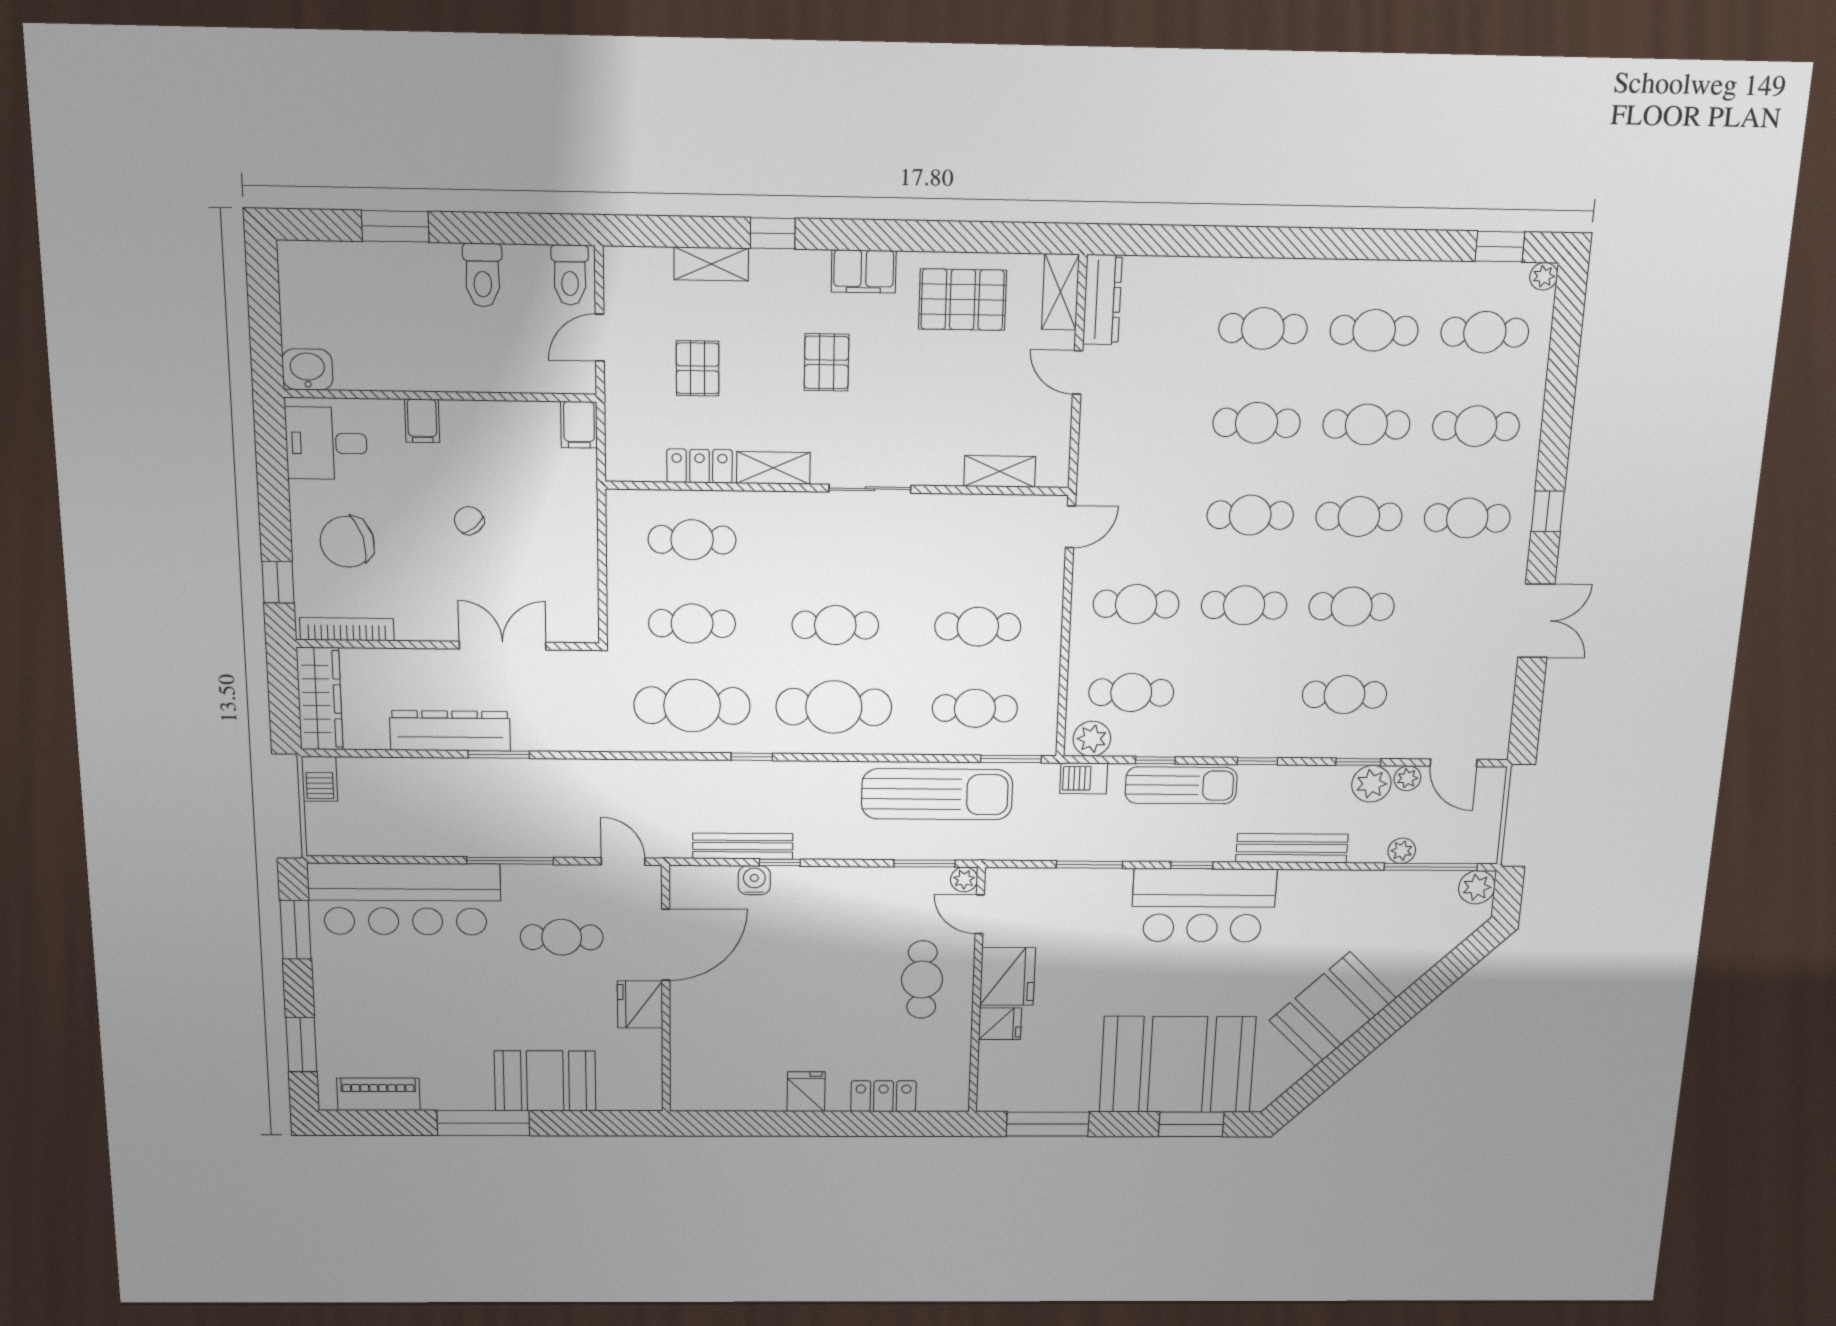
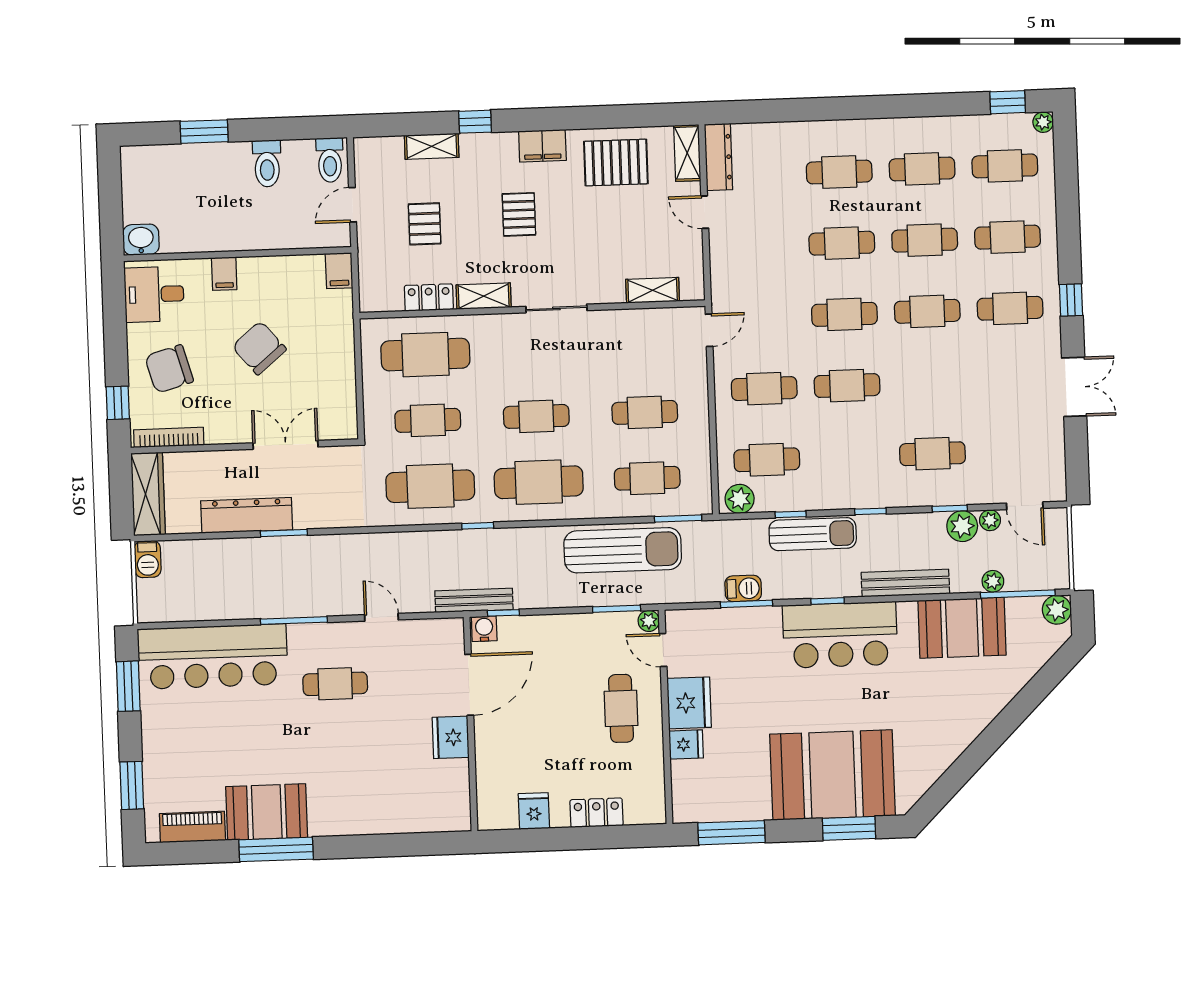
chair: (469, 520) -> (259, 348), width x1.87, depth x1.87
cafe table: (692, 540) -> (425, 355), width x1.37, depth x1.35
cafe table: (1352, 607) -> (930, 383), removed
barbecue: (1084, 778) -> (743, 588), moved, turned 180
door: (666, 945) -> (469, 685), moved
wall: (666, 990) -> (471, 724), moved
fridge: (640, 1004) -> (451, 737), moved
booth: (1333, 1009) -> (962, 628), moved, turned 45
booth: (545, 1081) -> (267, 812), moved

